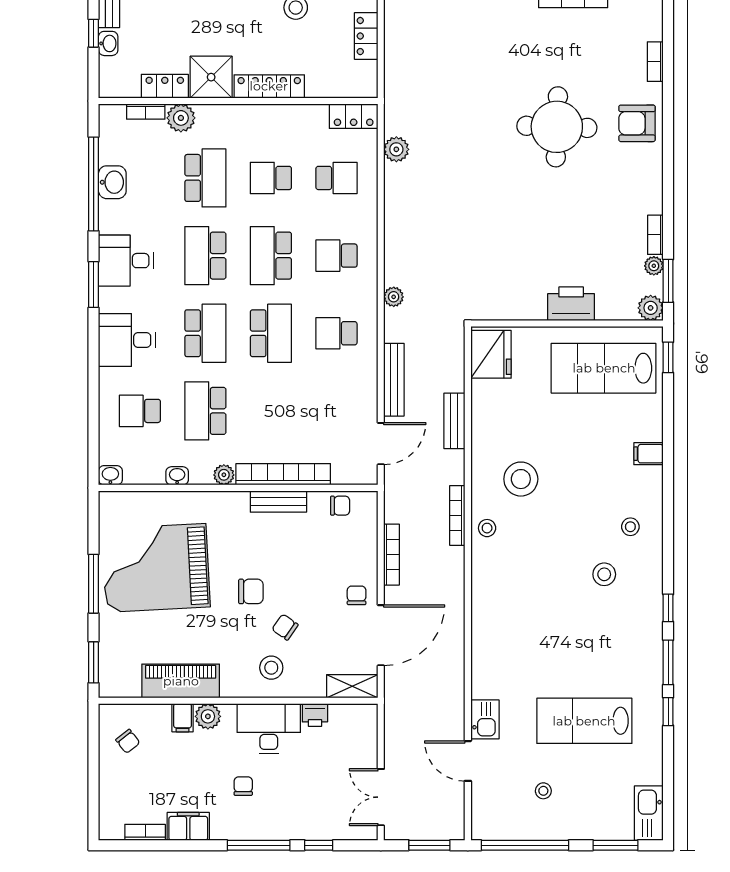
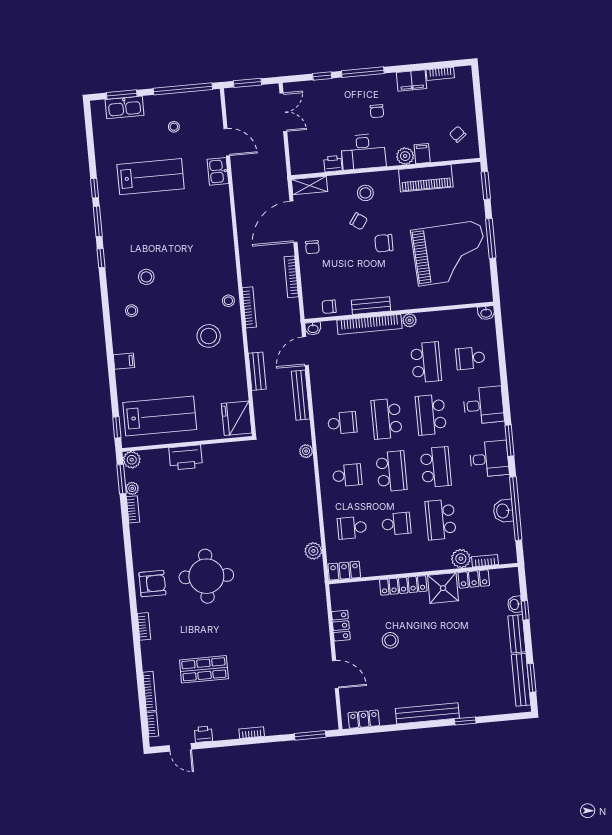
school desk: (140, 411) -> (470, 358), turned 180
washbasin: (177, 476) -> (313, 328), moved
kitchen sink: (649, 813) -> (125, 107), moved, turned 90

